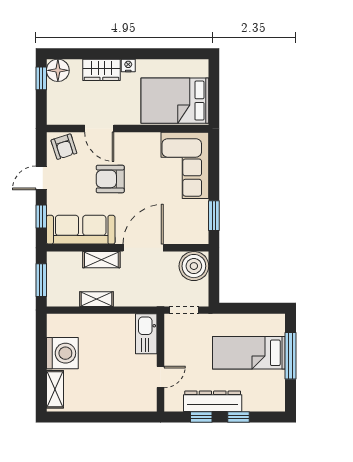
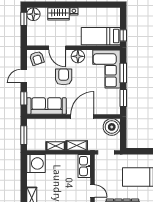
bed: (175, 101) -> (101, 36), width x0.67
window: (214, 107) -> (123, 35), added
floor lamp: (135, 143) -> (78, 56), added
window: (214, 172) -> (123, 73), added
armchair: (110, 179) -> (64, 77), turned 90
shelving: (101, 260) -> (77, 146), moved
washing machine: (62, 353) -> (36, 163), moved
door: (160, 377) -> (92, 191), hinge flipped

